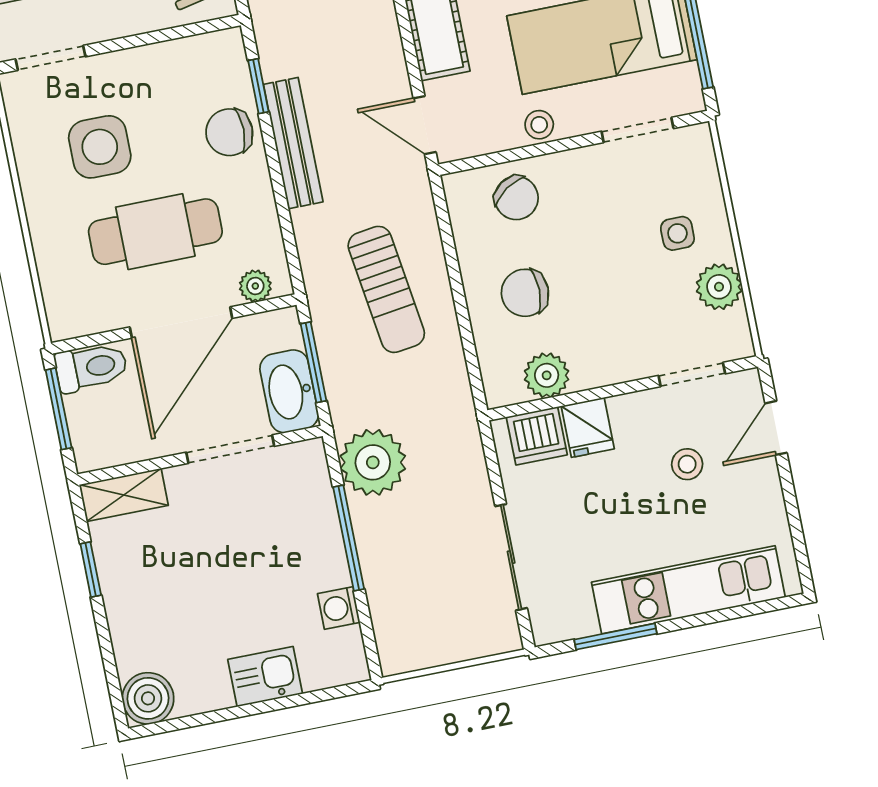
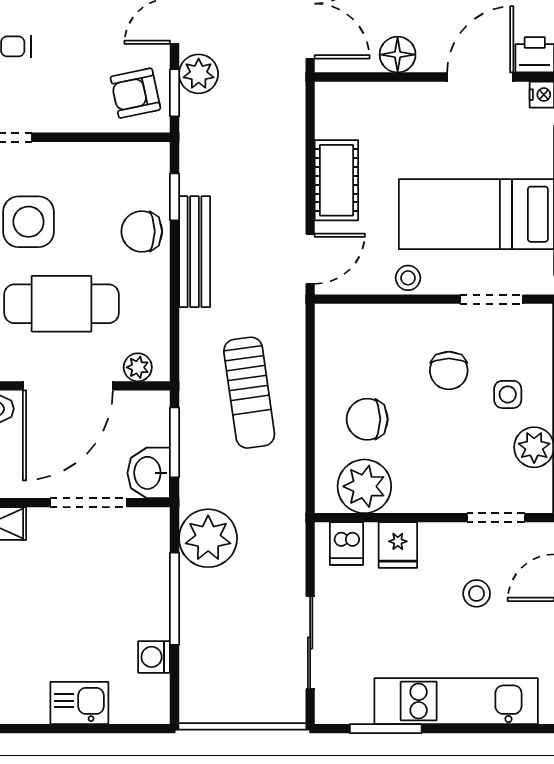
door: (425, 125) -> (310, 259), swing flipped
chair: (516, 198) -> (449, 371), moved, turned 34
plant: (547, 375) -> (364, 486), width x1.36, depth x1.36
washbasin: (289, 391) -> (149, 473), width x0.72
dishwasher: (537, 436) -> (347, 544), width x0.73

